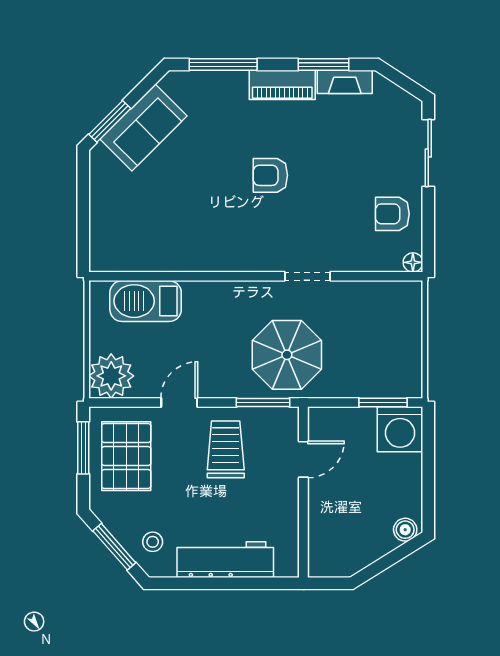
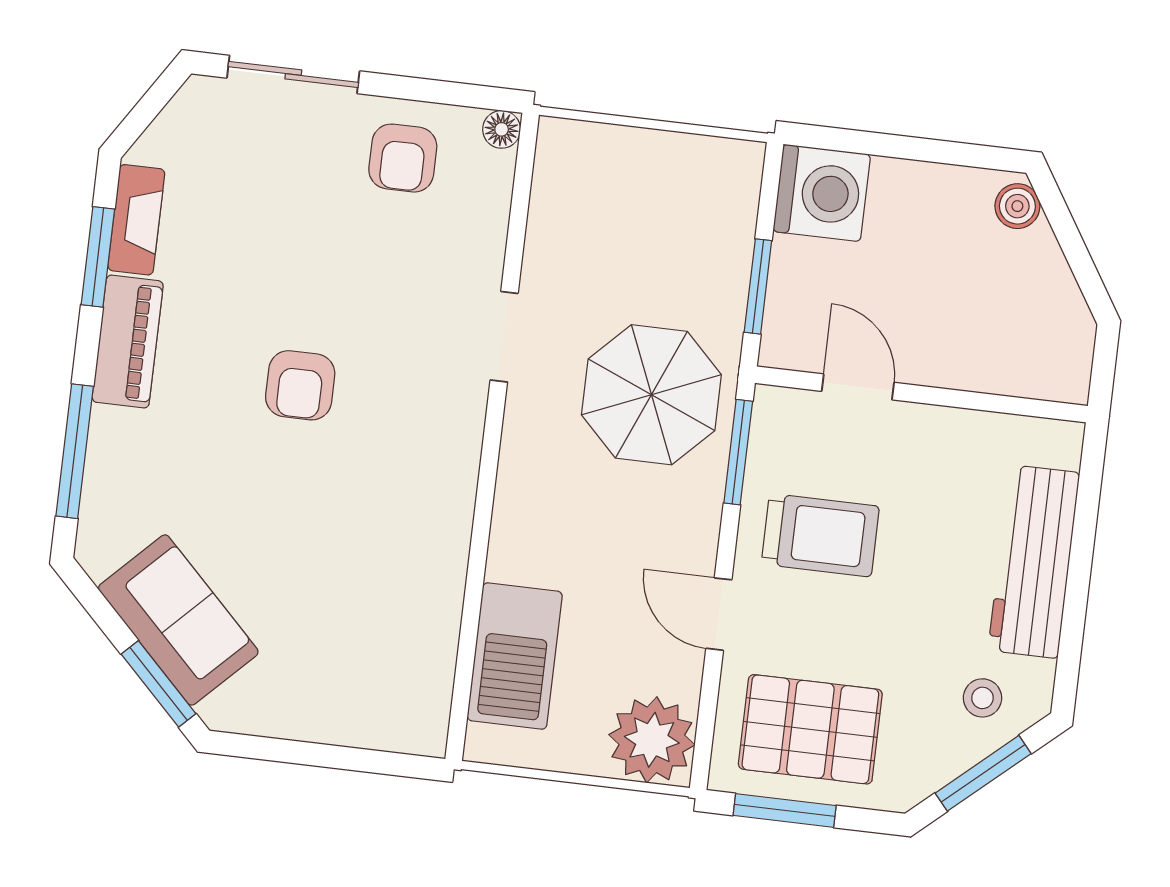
window: (383, 402) -> (758, 286), moved
trolley: (226, 449) -> (820, 535), turned 180

